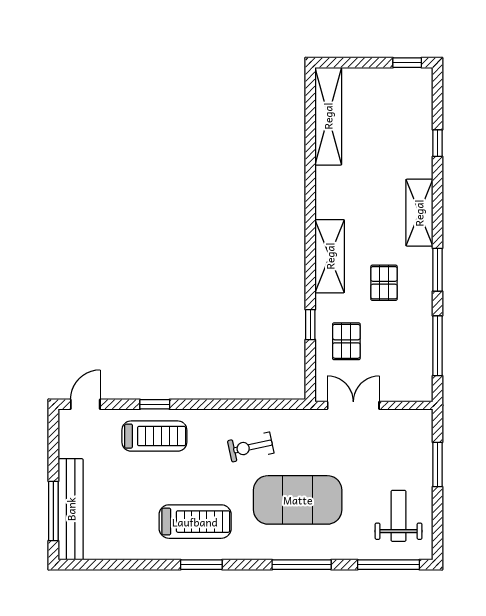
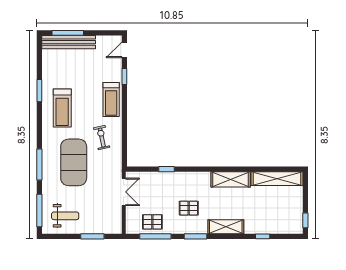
shelving: (330, 256) -> (231, 179), moved
pallet: (346, 341) -> (152, 222), moved
door: (85, 404) -> (124, 50), swing flipped
window: (155, 404) -> (124, 77), moved
treadmill: (154, 436) -> (111, 100), moved
window: (201, 565) -> (39, 91), moved

